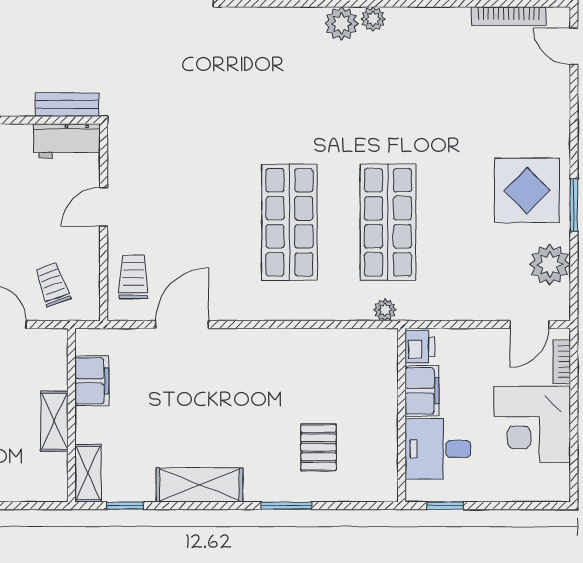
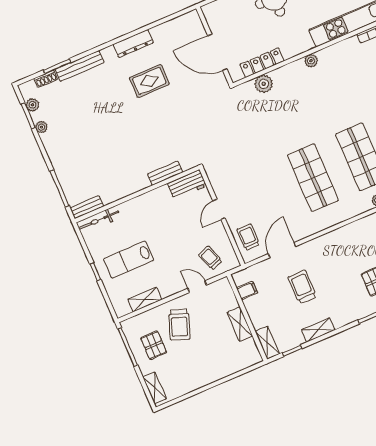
plant: (341, 24) -> (264, 84), moved
bench: (67, 105) -> (165, 173), moved
filing cabinet: (92, 381) -> (247, 291), width x0.50
trolley: (190, 403) -> (302, 287), added
shelving: (200, 485) -> (318, 330), width x0.67, depth x0.75

